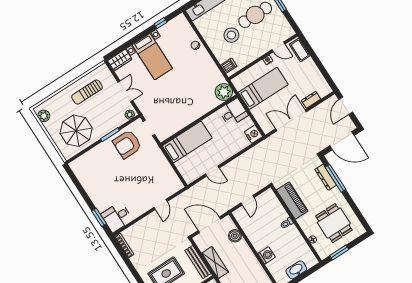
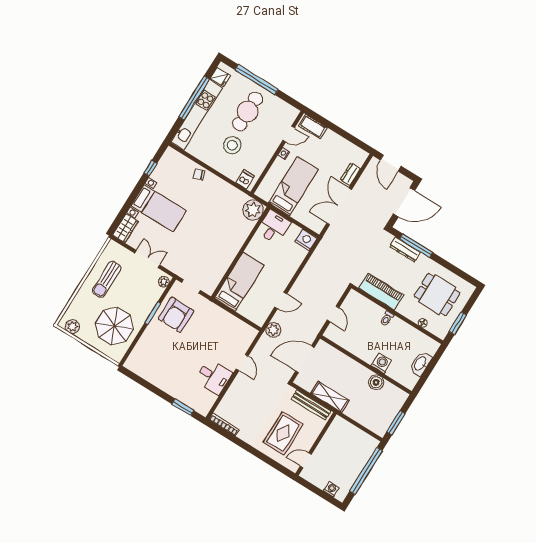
plant: (196, 191) -> (273, 330), added
desk: (117, 217) -> (214, 377), moved, turned -90
boiler: (235, 236) -> (376, 382), moved

